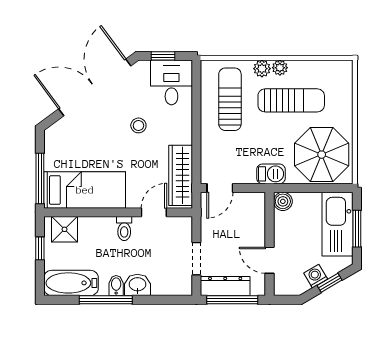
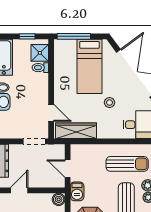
door: (220, 188) -> (68, 169), moved
bed: (85, 190) -> (90, 66), moved
toilet: (124, 229) -> (40, 68), moved
doorway: (196, 259) -> (34, 141), moved

